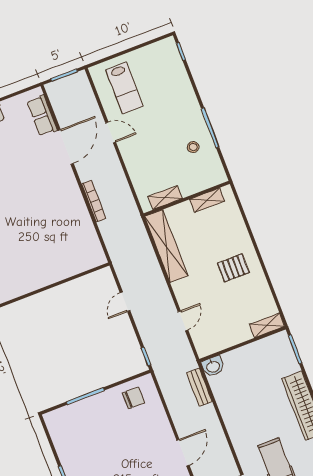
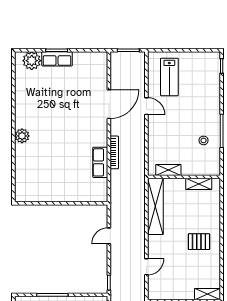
row of seats: (42, 116) -> (100, 162), moved

